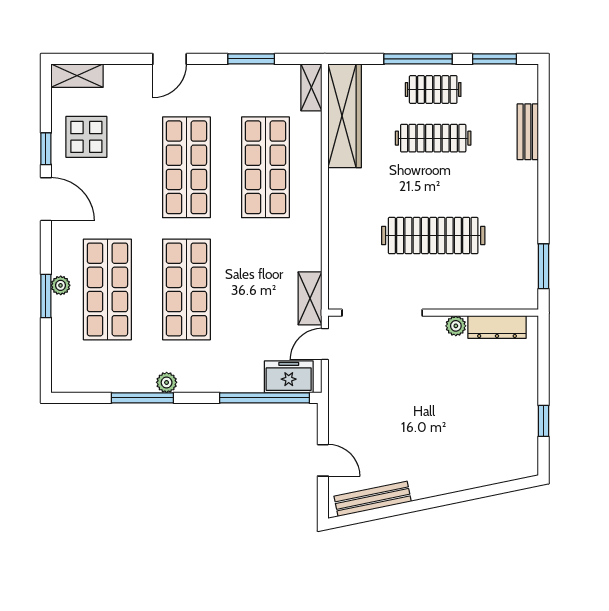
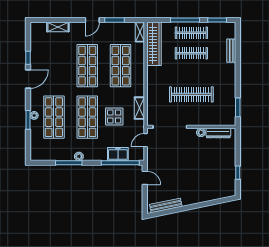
door: (170, 59) -> (92, 20), moved
shelving: (77, 76) -> (58, 27), moved
clothes rail: (433, 89) -> (191, 33), width x1.36
display table: (86, 137) -> (114, 116), moved
door: (46, 199) -> (28, 79), hinge flipped
shelving: (310, 298) -> (139, 108), moved
freezer: (289, 377) -> (118, 154), moved
door: (323, 460) -> (145, 178), moved

